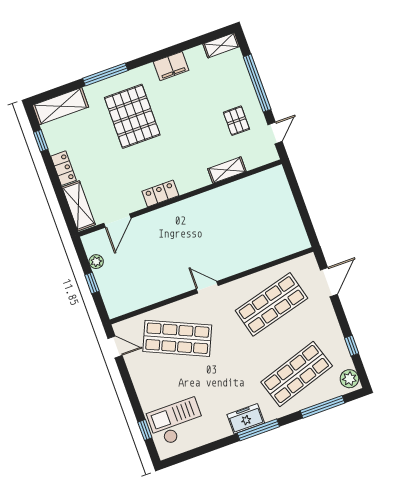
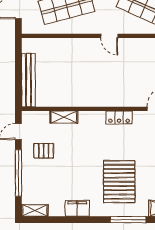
pallet: (236, 121) -> (44, 151), turned 90
bench: (285, 199) -> (28, 80), added

